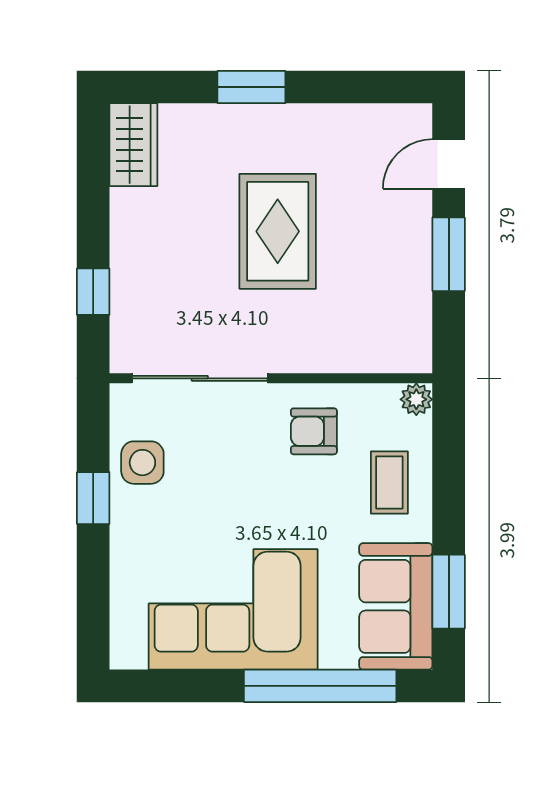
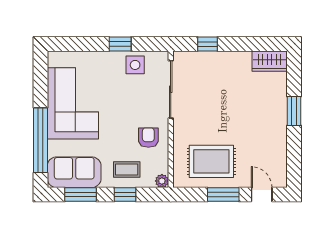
rug: (278, 231) -> (211, 161), moved
window: (449, 487) -> (125, 195), added

